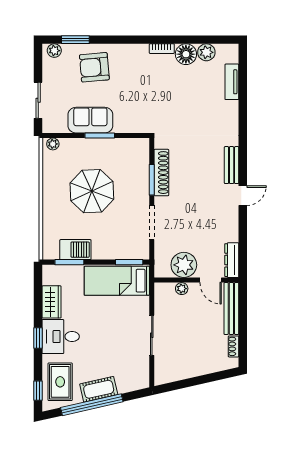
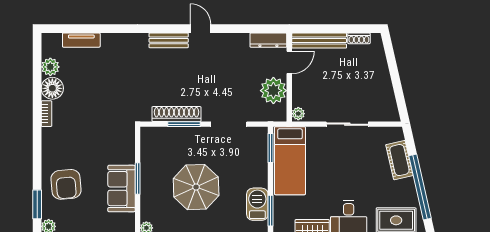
plant: (182, 289) -> (298, 114), moved
cot: (99, 389) -> (399, 160), moved

